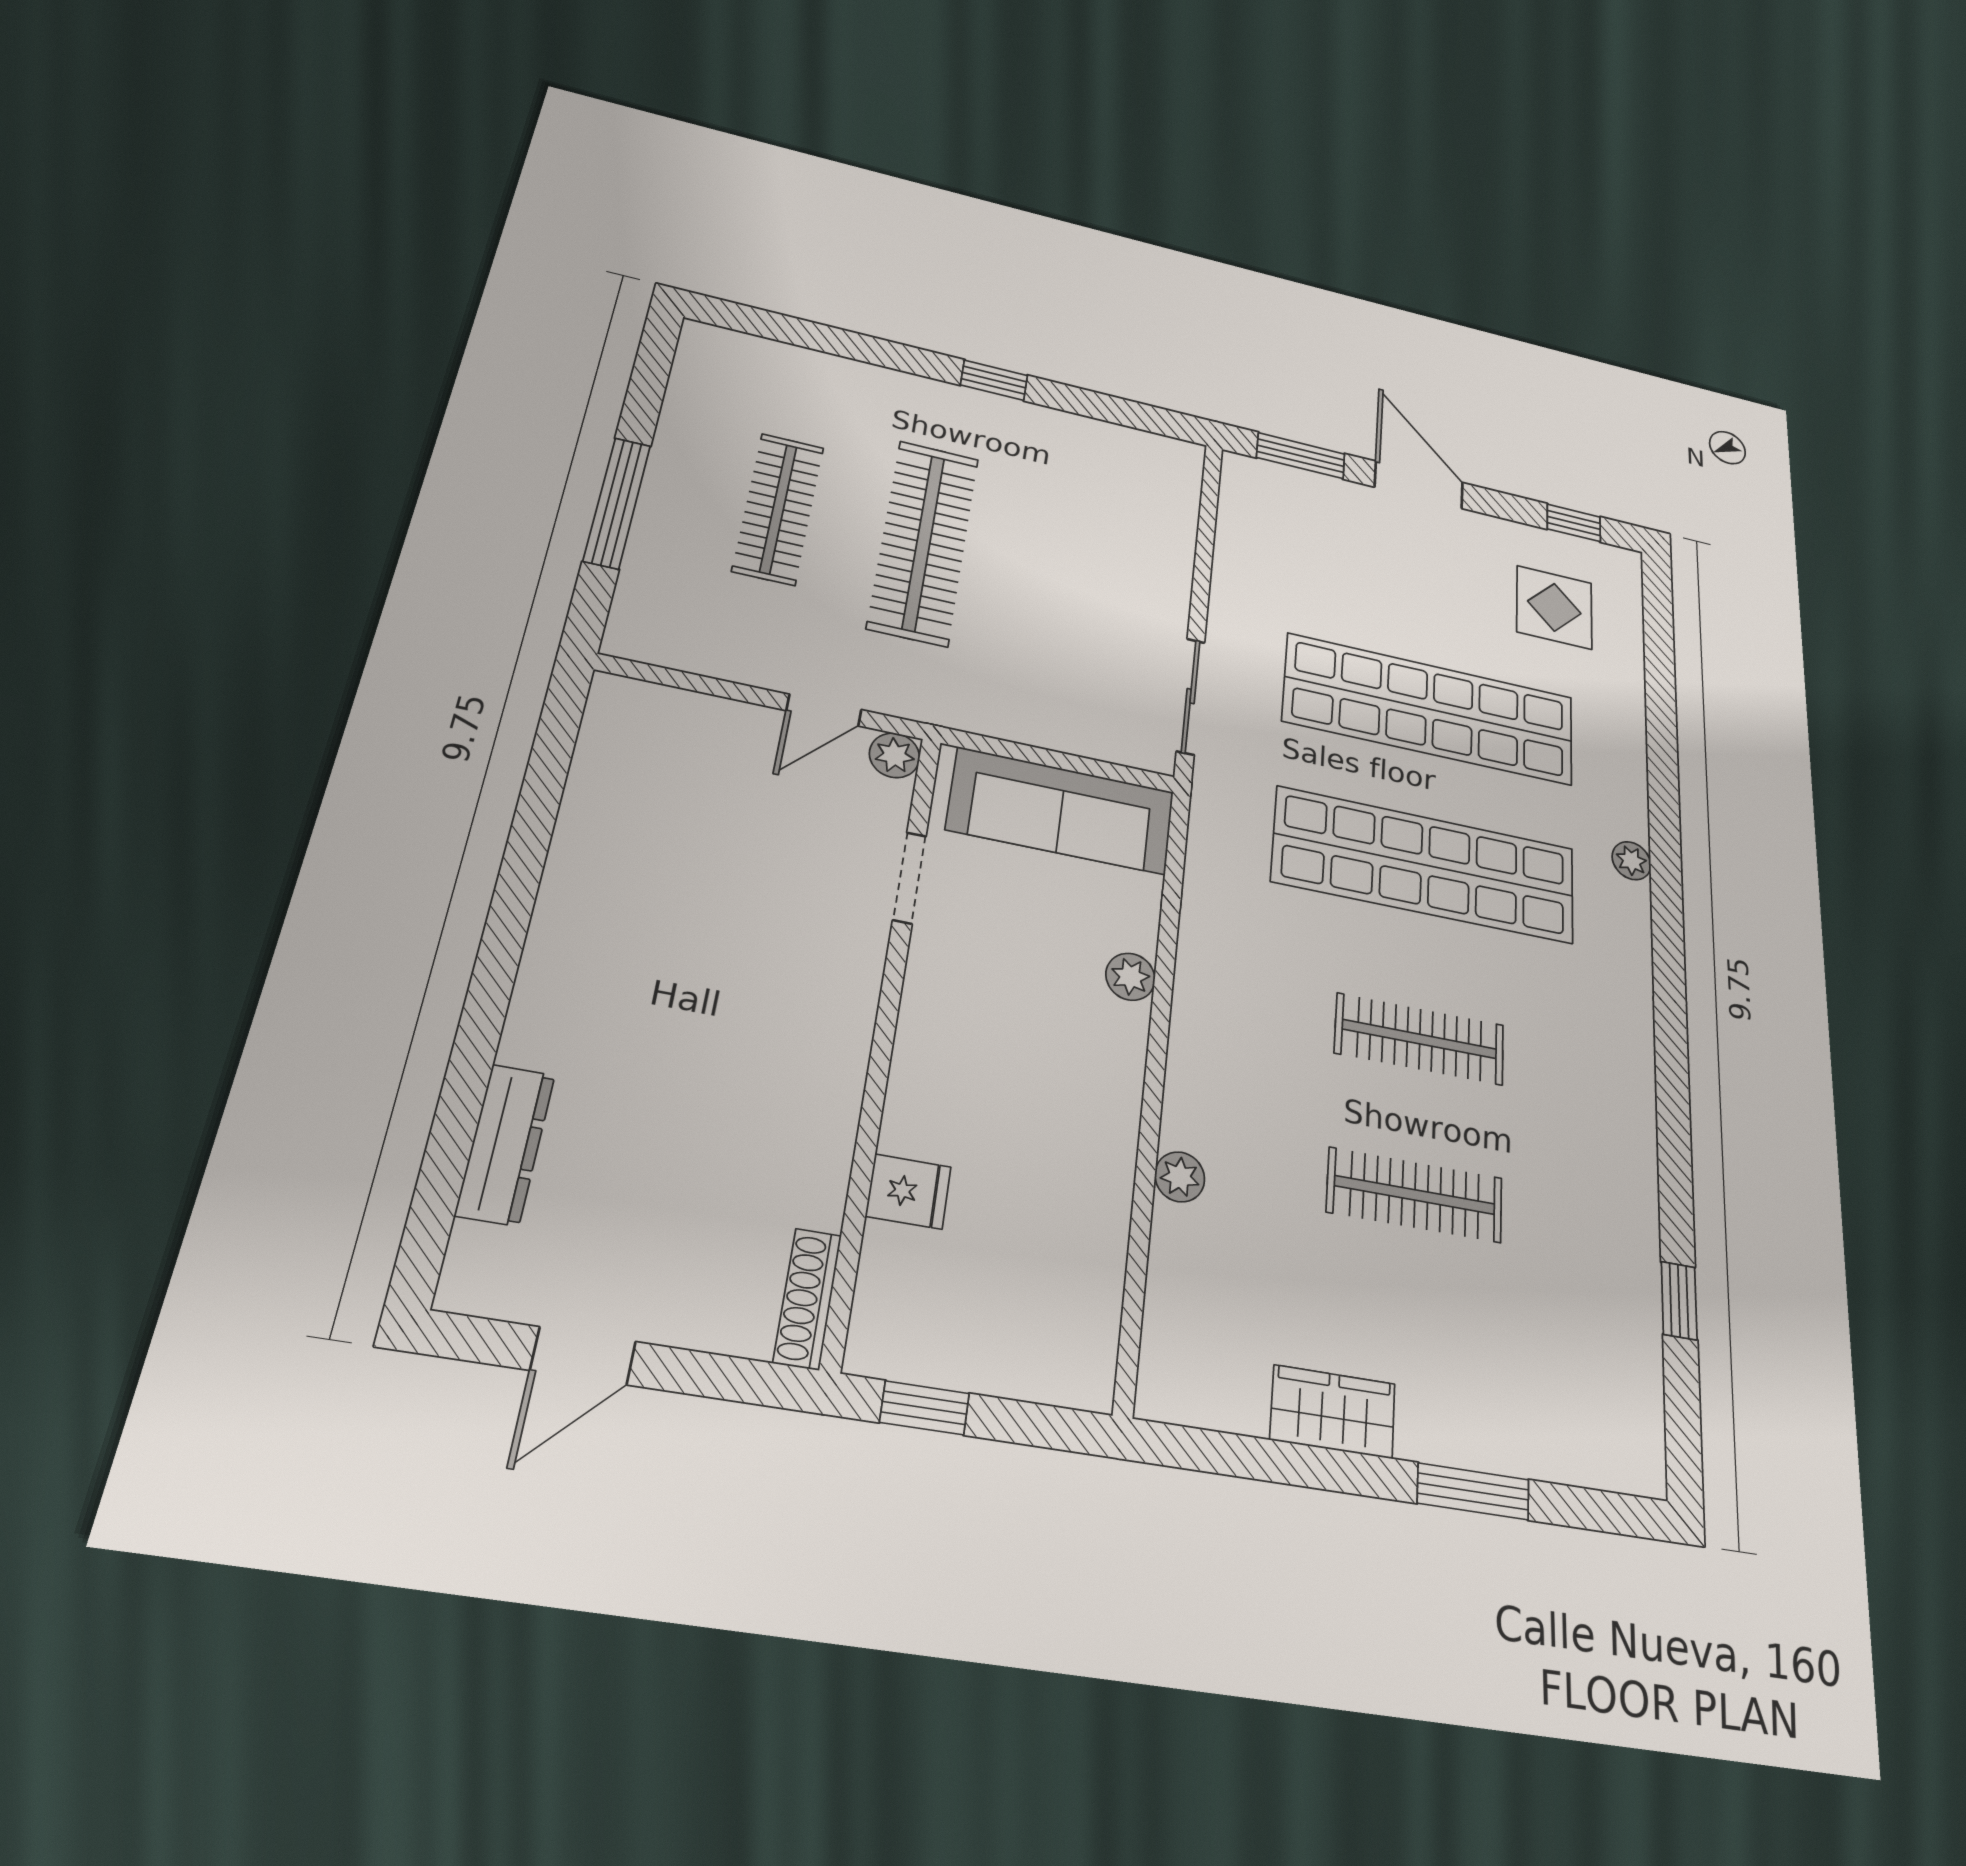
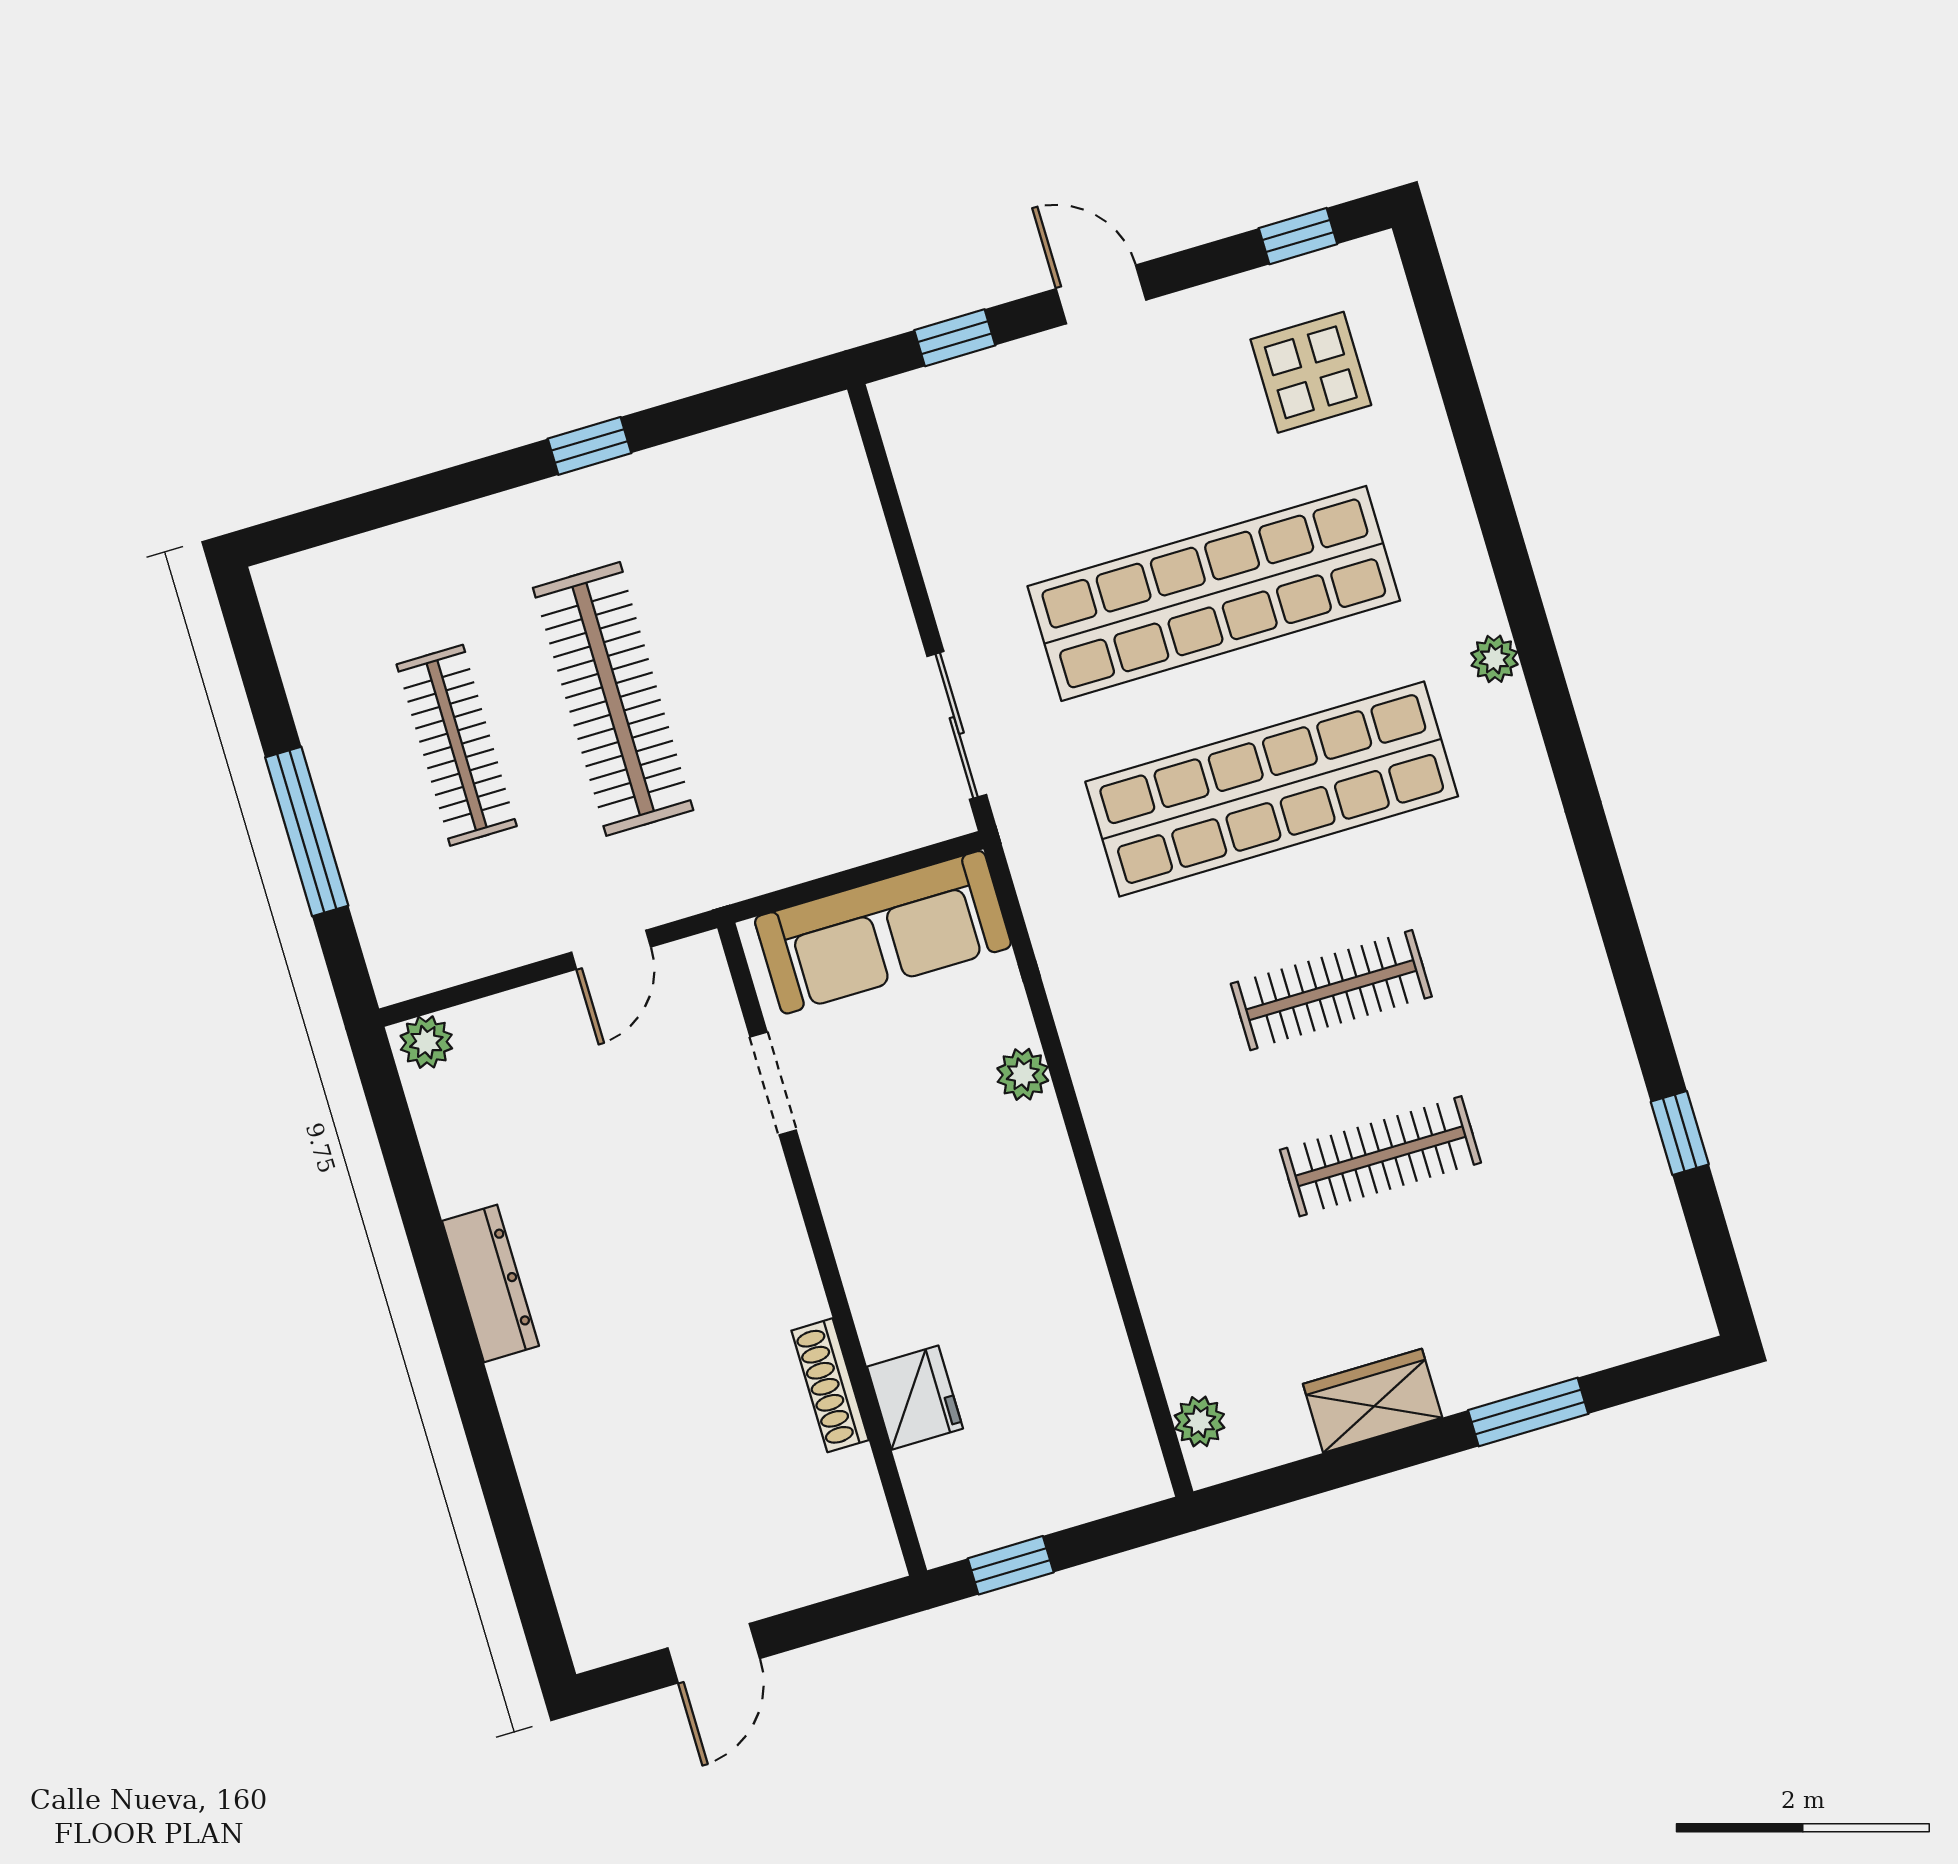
window: (1301, 456) -> (955, 338), width x0.67
door: (1419, 485) -> (1101, 294), width x0.73
plant: (895, 755) -> (426, 1042), moved
dresser: (505, 1144) -> (490, 1283), moved
plant: (1180, 1177) -> (1199, 1422), moved
fridge: (908, 1191) -> (915, 1398), width x1.38
shoe rack: (807, 1299) -> (830, 1385), moved

